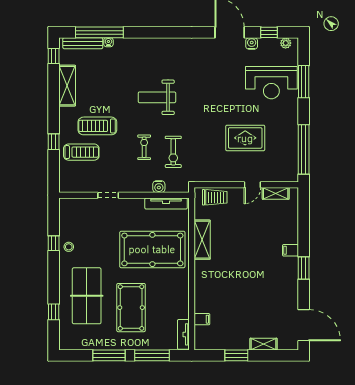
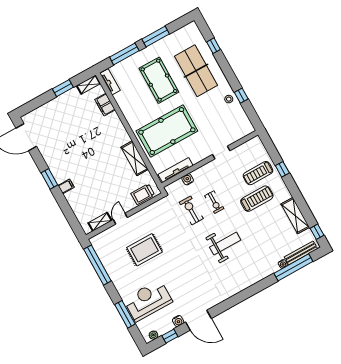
filing cabinet: (202, 319) -> (105, 105), width x2.00
shelving: (264, 344) -> (88, 85), moved

